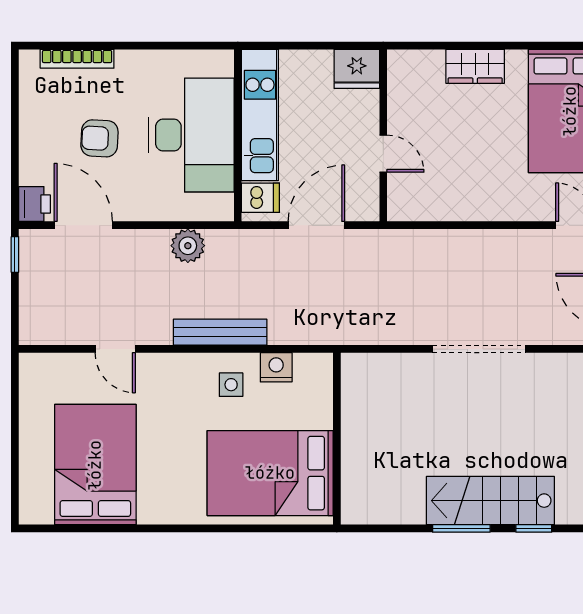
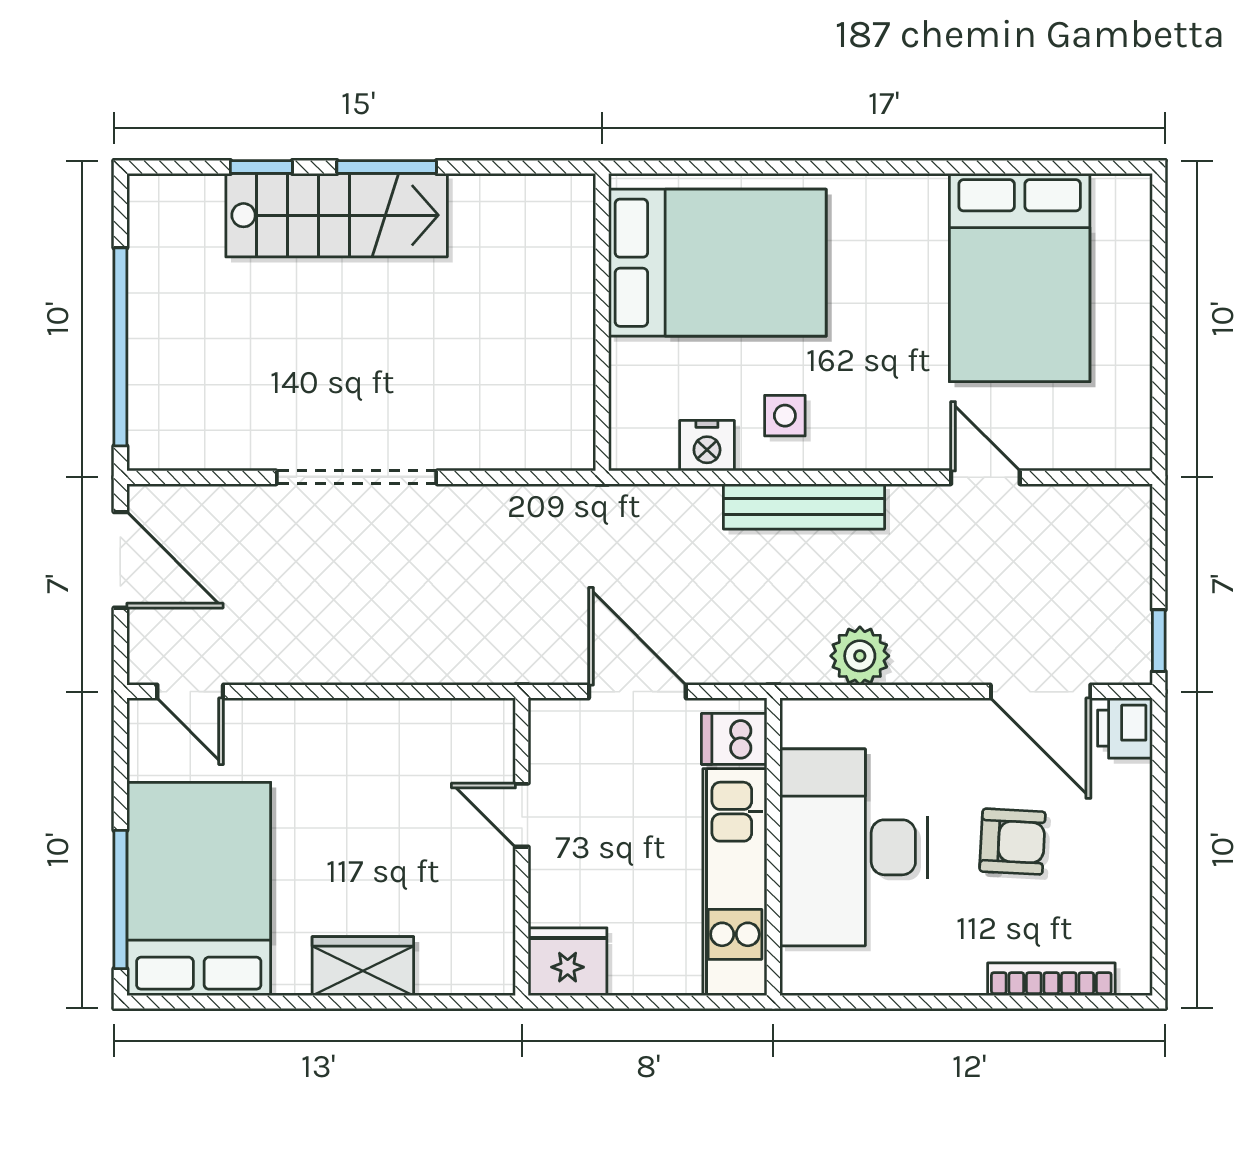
door: (316, 225) -> (637, 692), swing flipped

